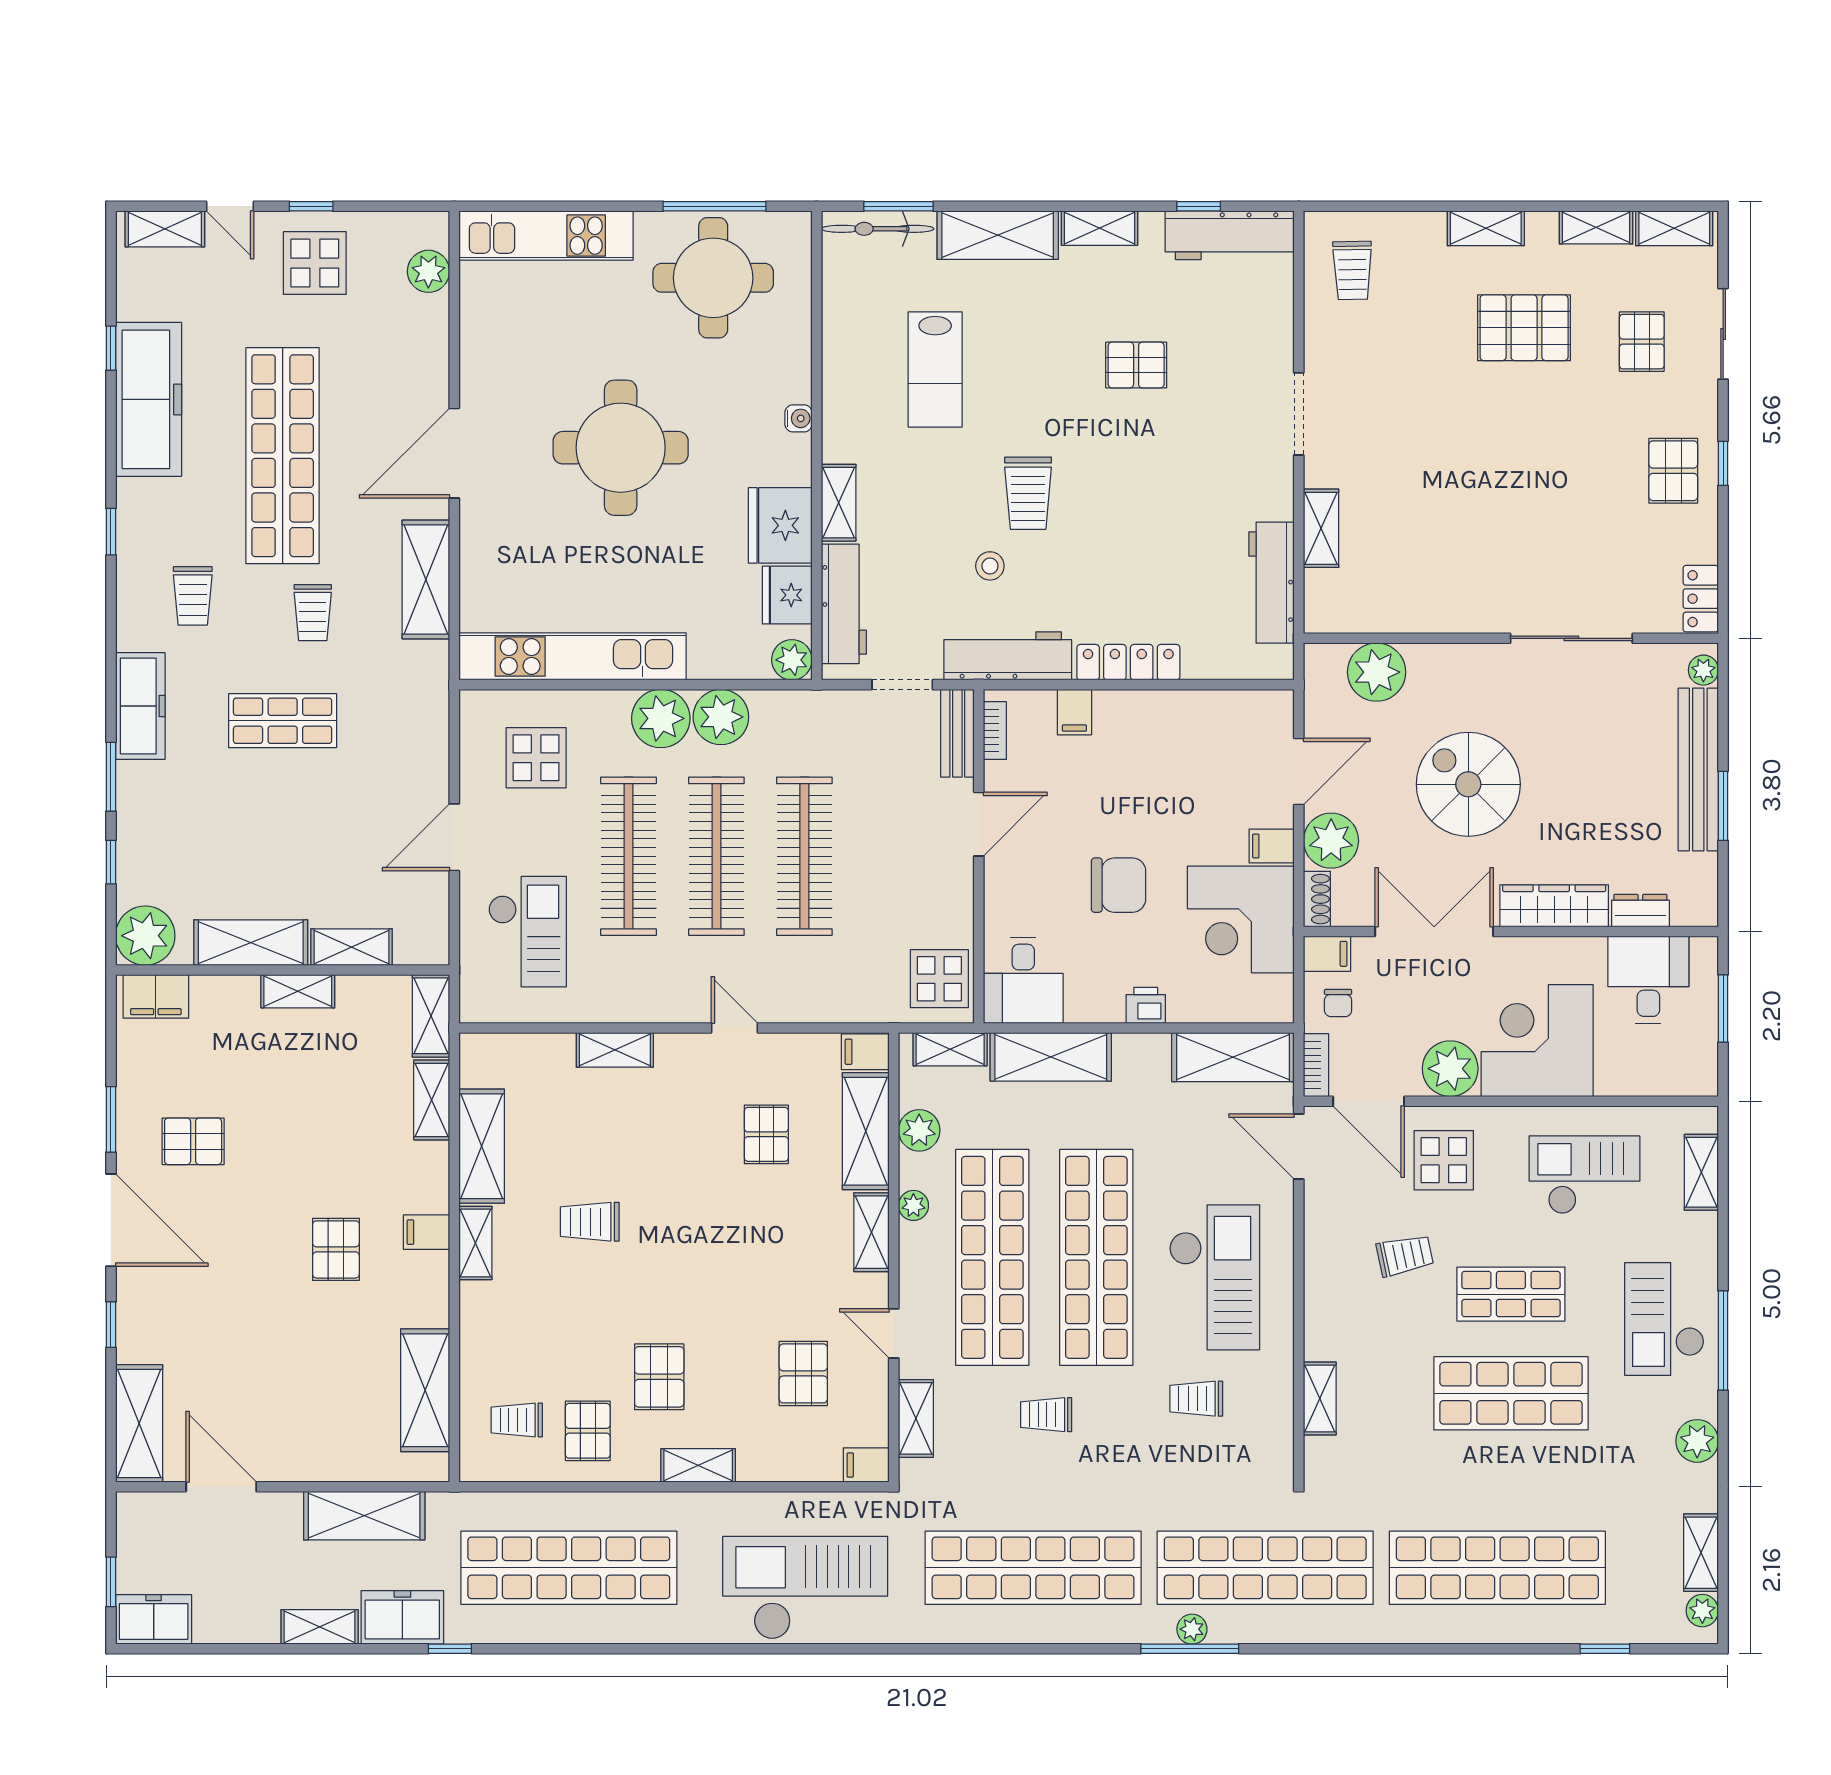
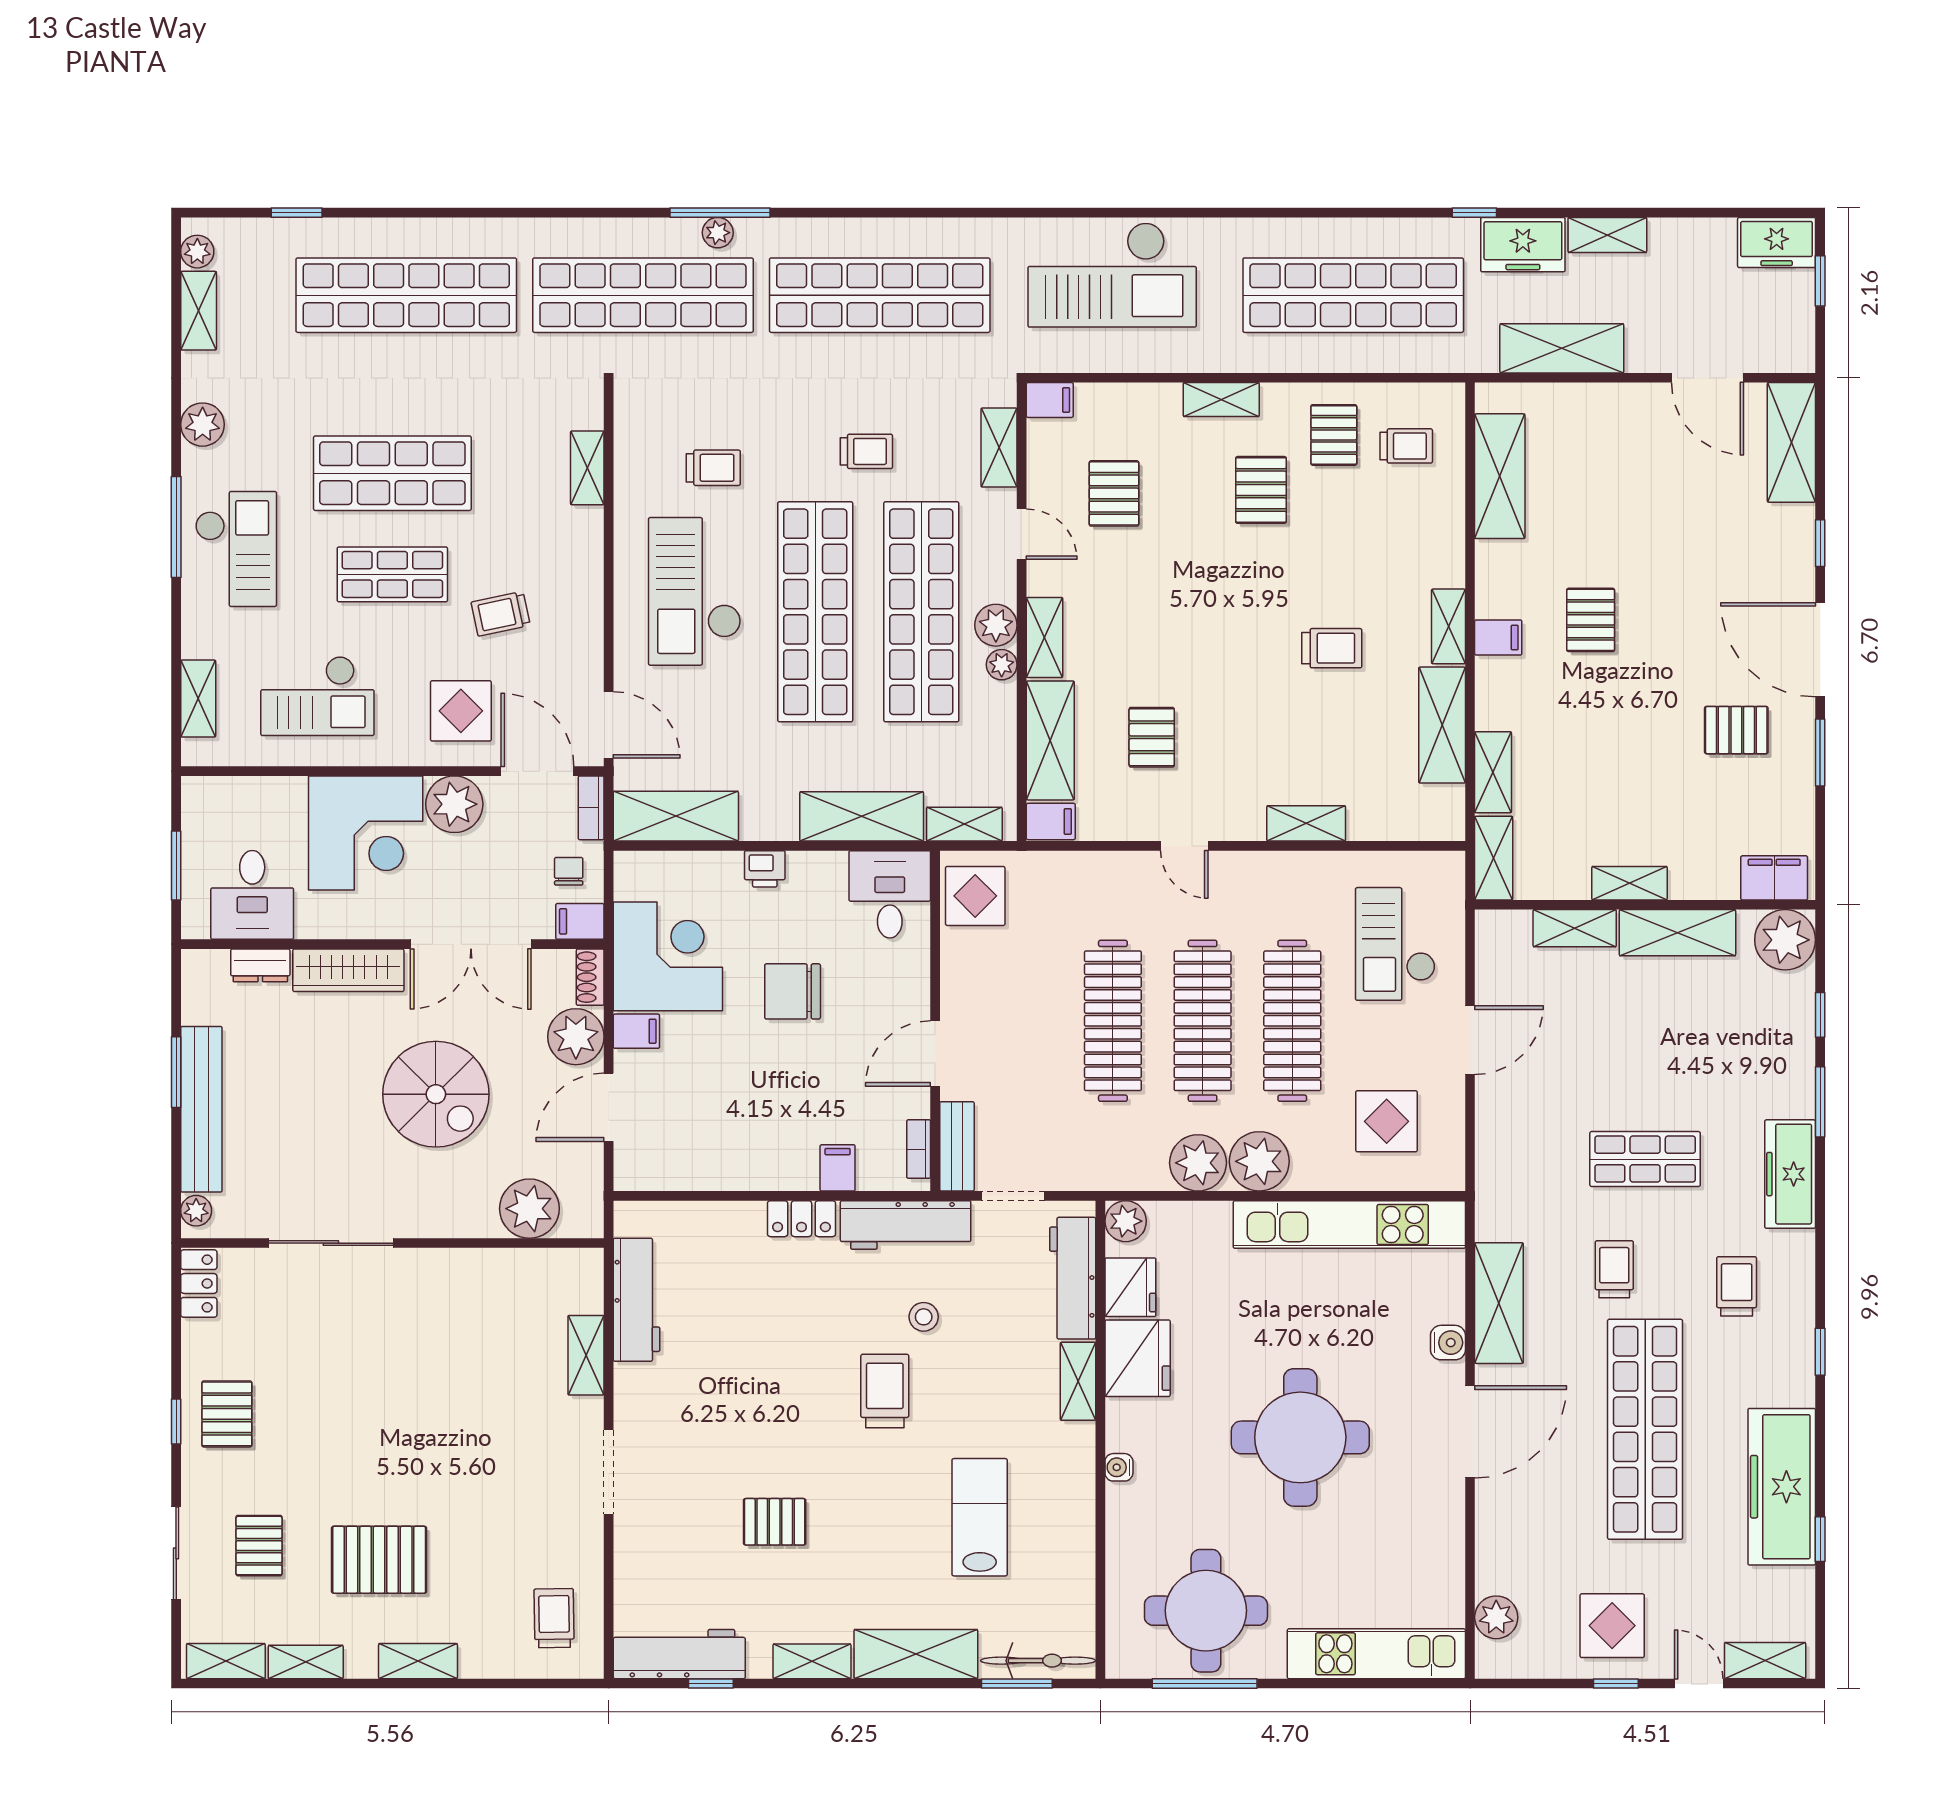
water cooler: (476, 541) -> (1448, 1343), added
locker: (1128, 662) -> (801, 1219), width x0.66
plant: (919, 1130) -> (996, 625), moved

